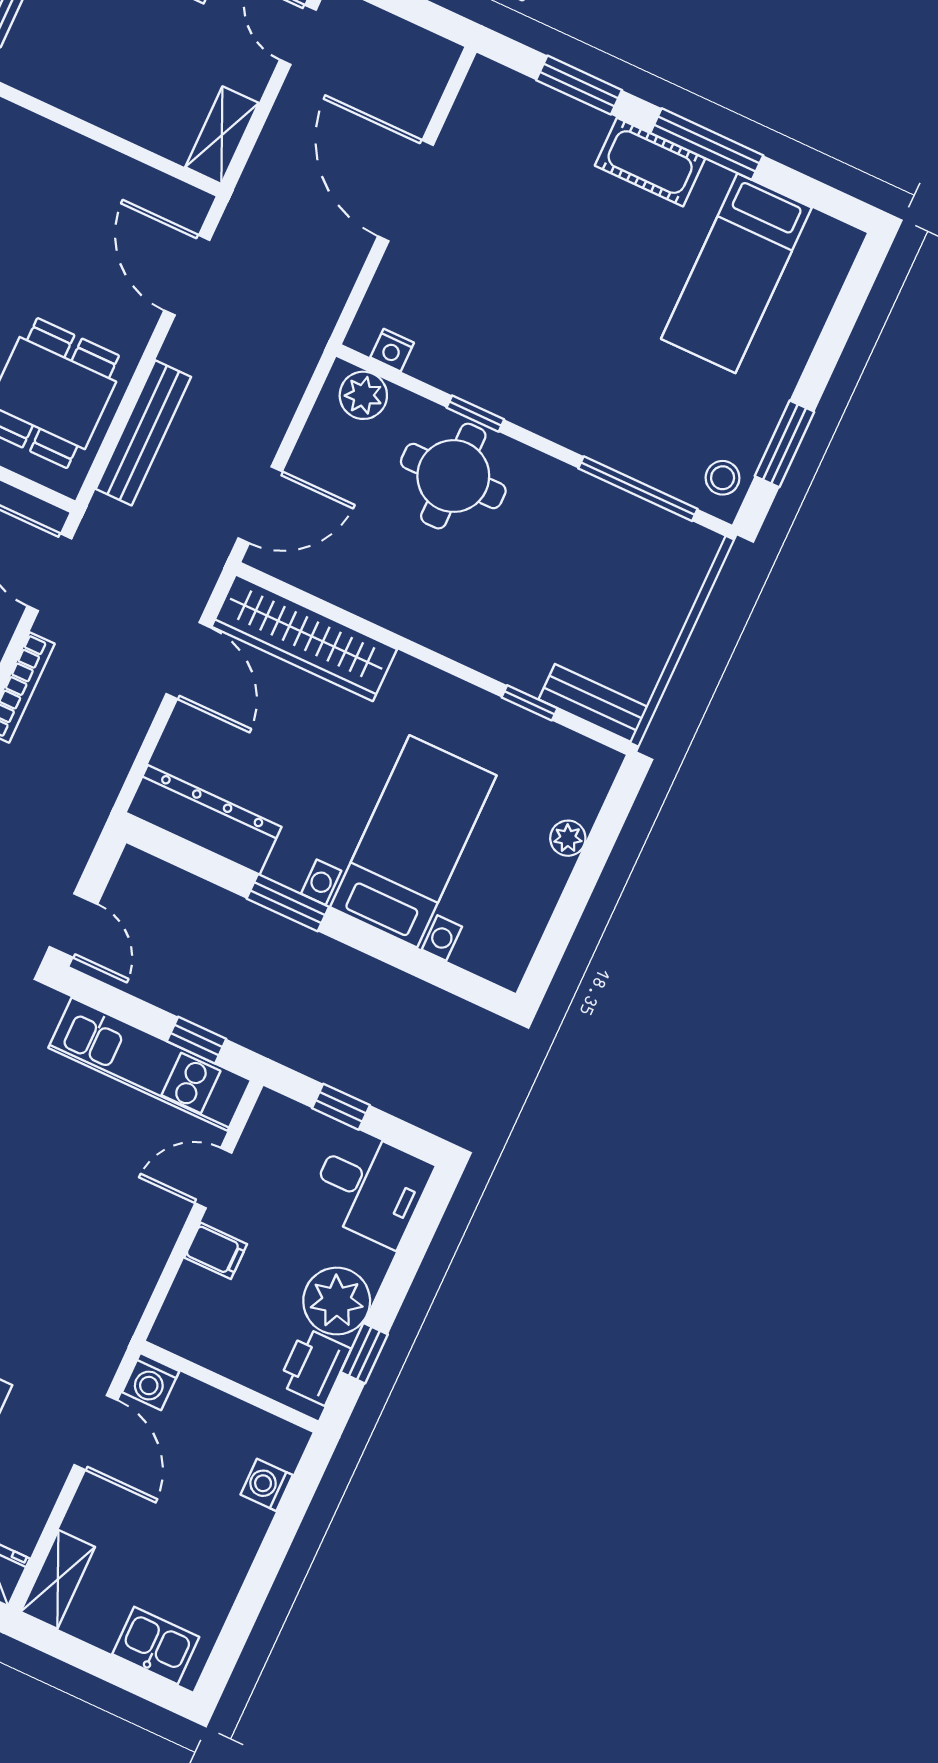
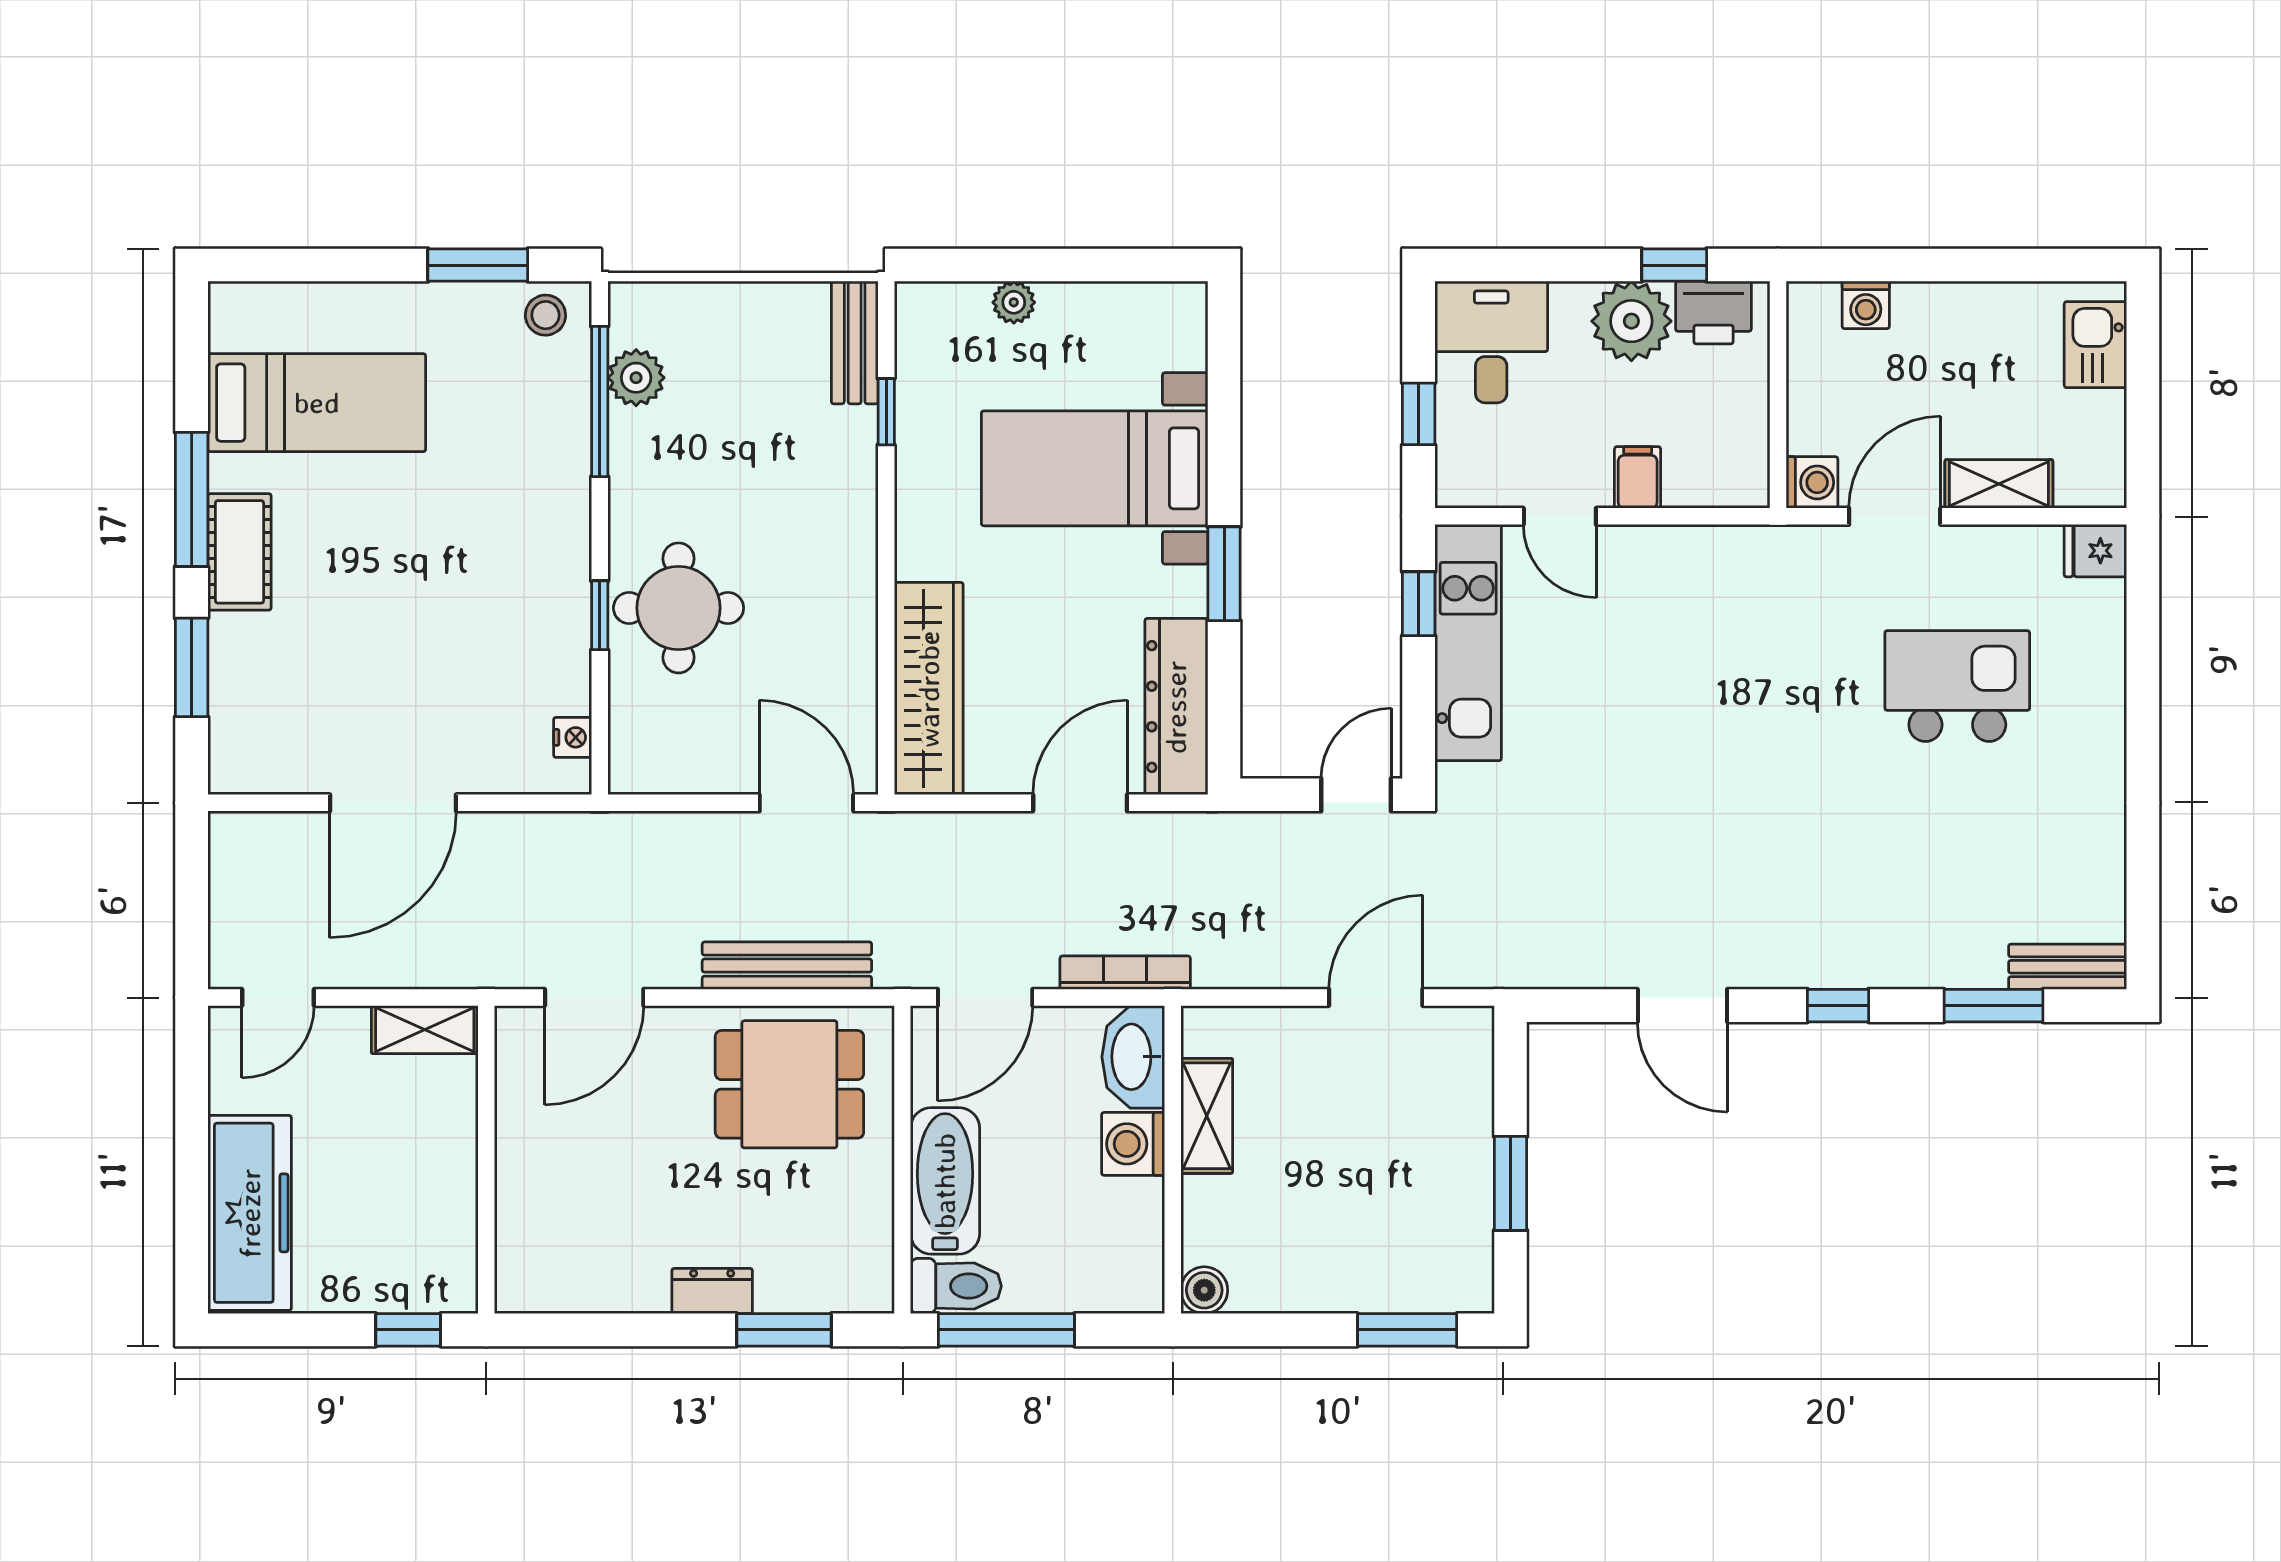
plant: (363, 395) -> (636, 378), moved
door: (188, 661) -> (1080, 803), moved
shelving: (58, 1579) -> (1999, 484), moved

